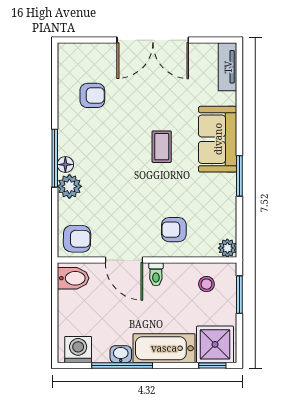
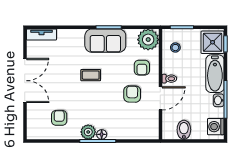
sofa: (218, 139) -> (105, 41), moved
plant: (69, 186) -> (88, 132), moved
armchair: (77, 239) -> (132, 94), moved
plant: (227, 248) -> (148, 40), width x1.88, depth x1.88
bidet: (73, 278) -> (184, 130), moved

